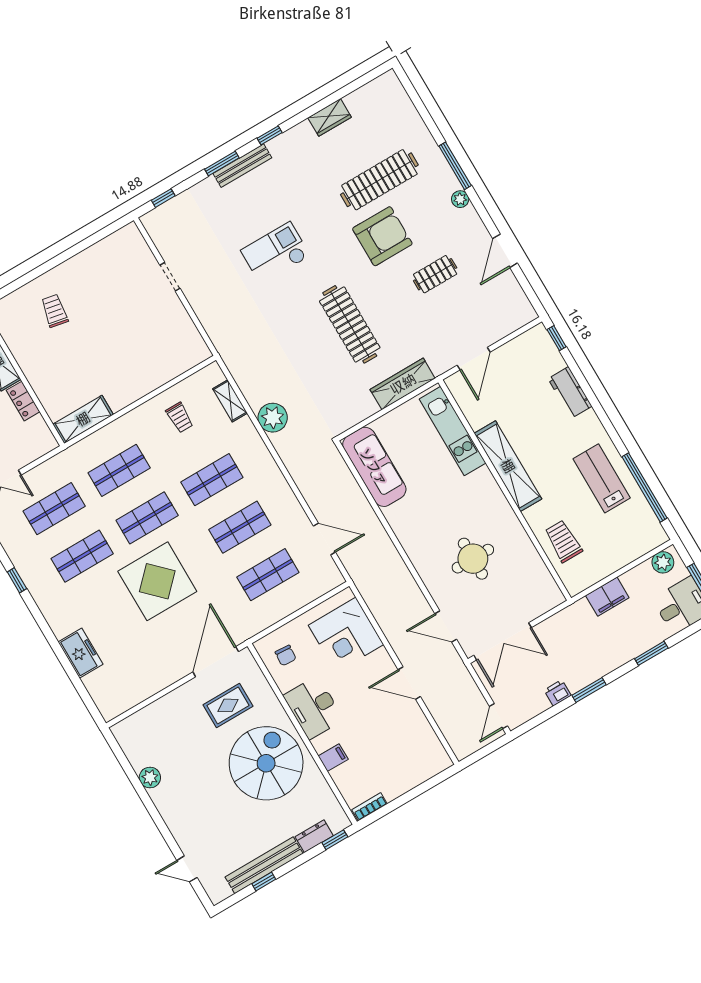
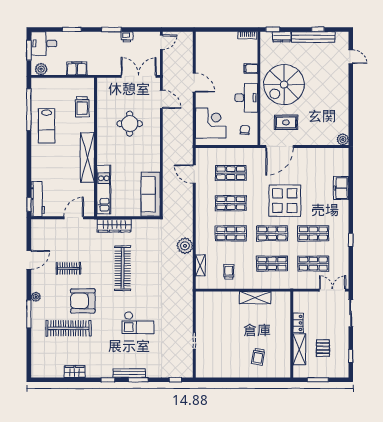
workbench: (570, 392) -> (38, 199), moved, width x1.38
shelving: (83, 419) -> (255, 298), moved
plant: (150, 778) -> (343, 139), moved

